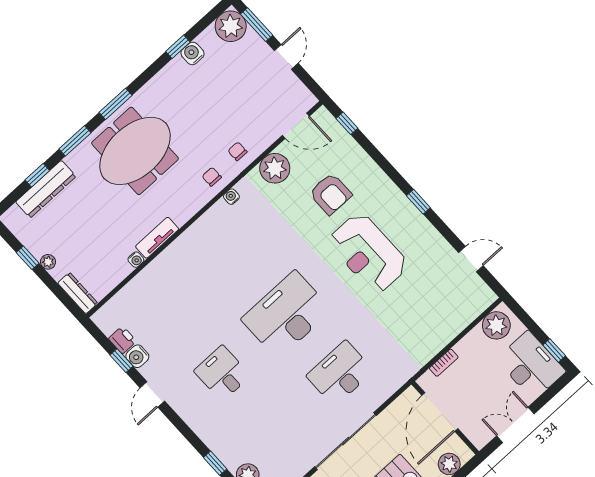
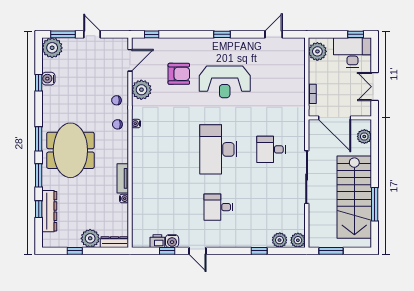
plant: (48, 262) -> (90, 238), width x1.88, depth x1.88
desk: (340, 373) -> (271, 149), width x0.73

